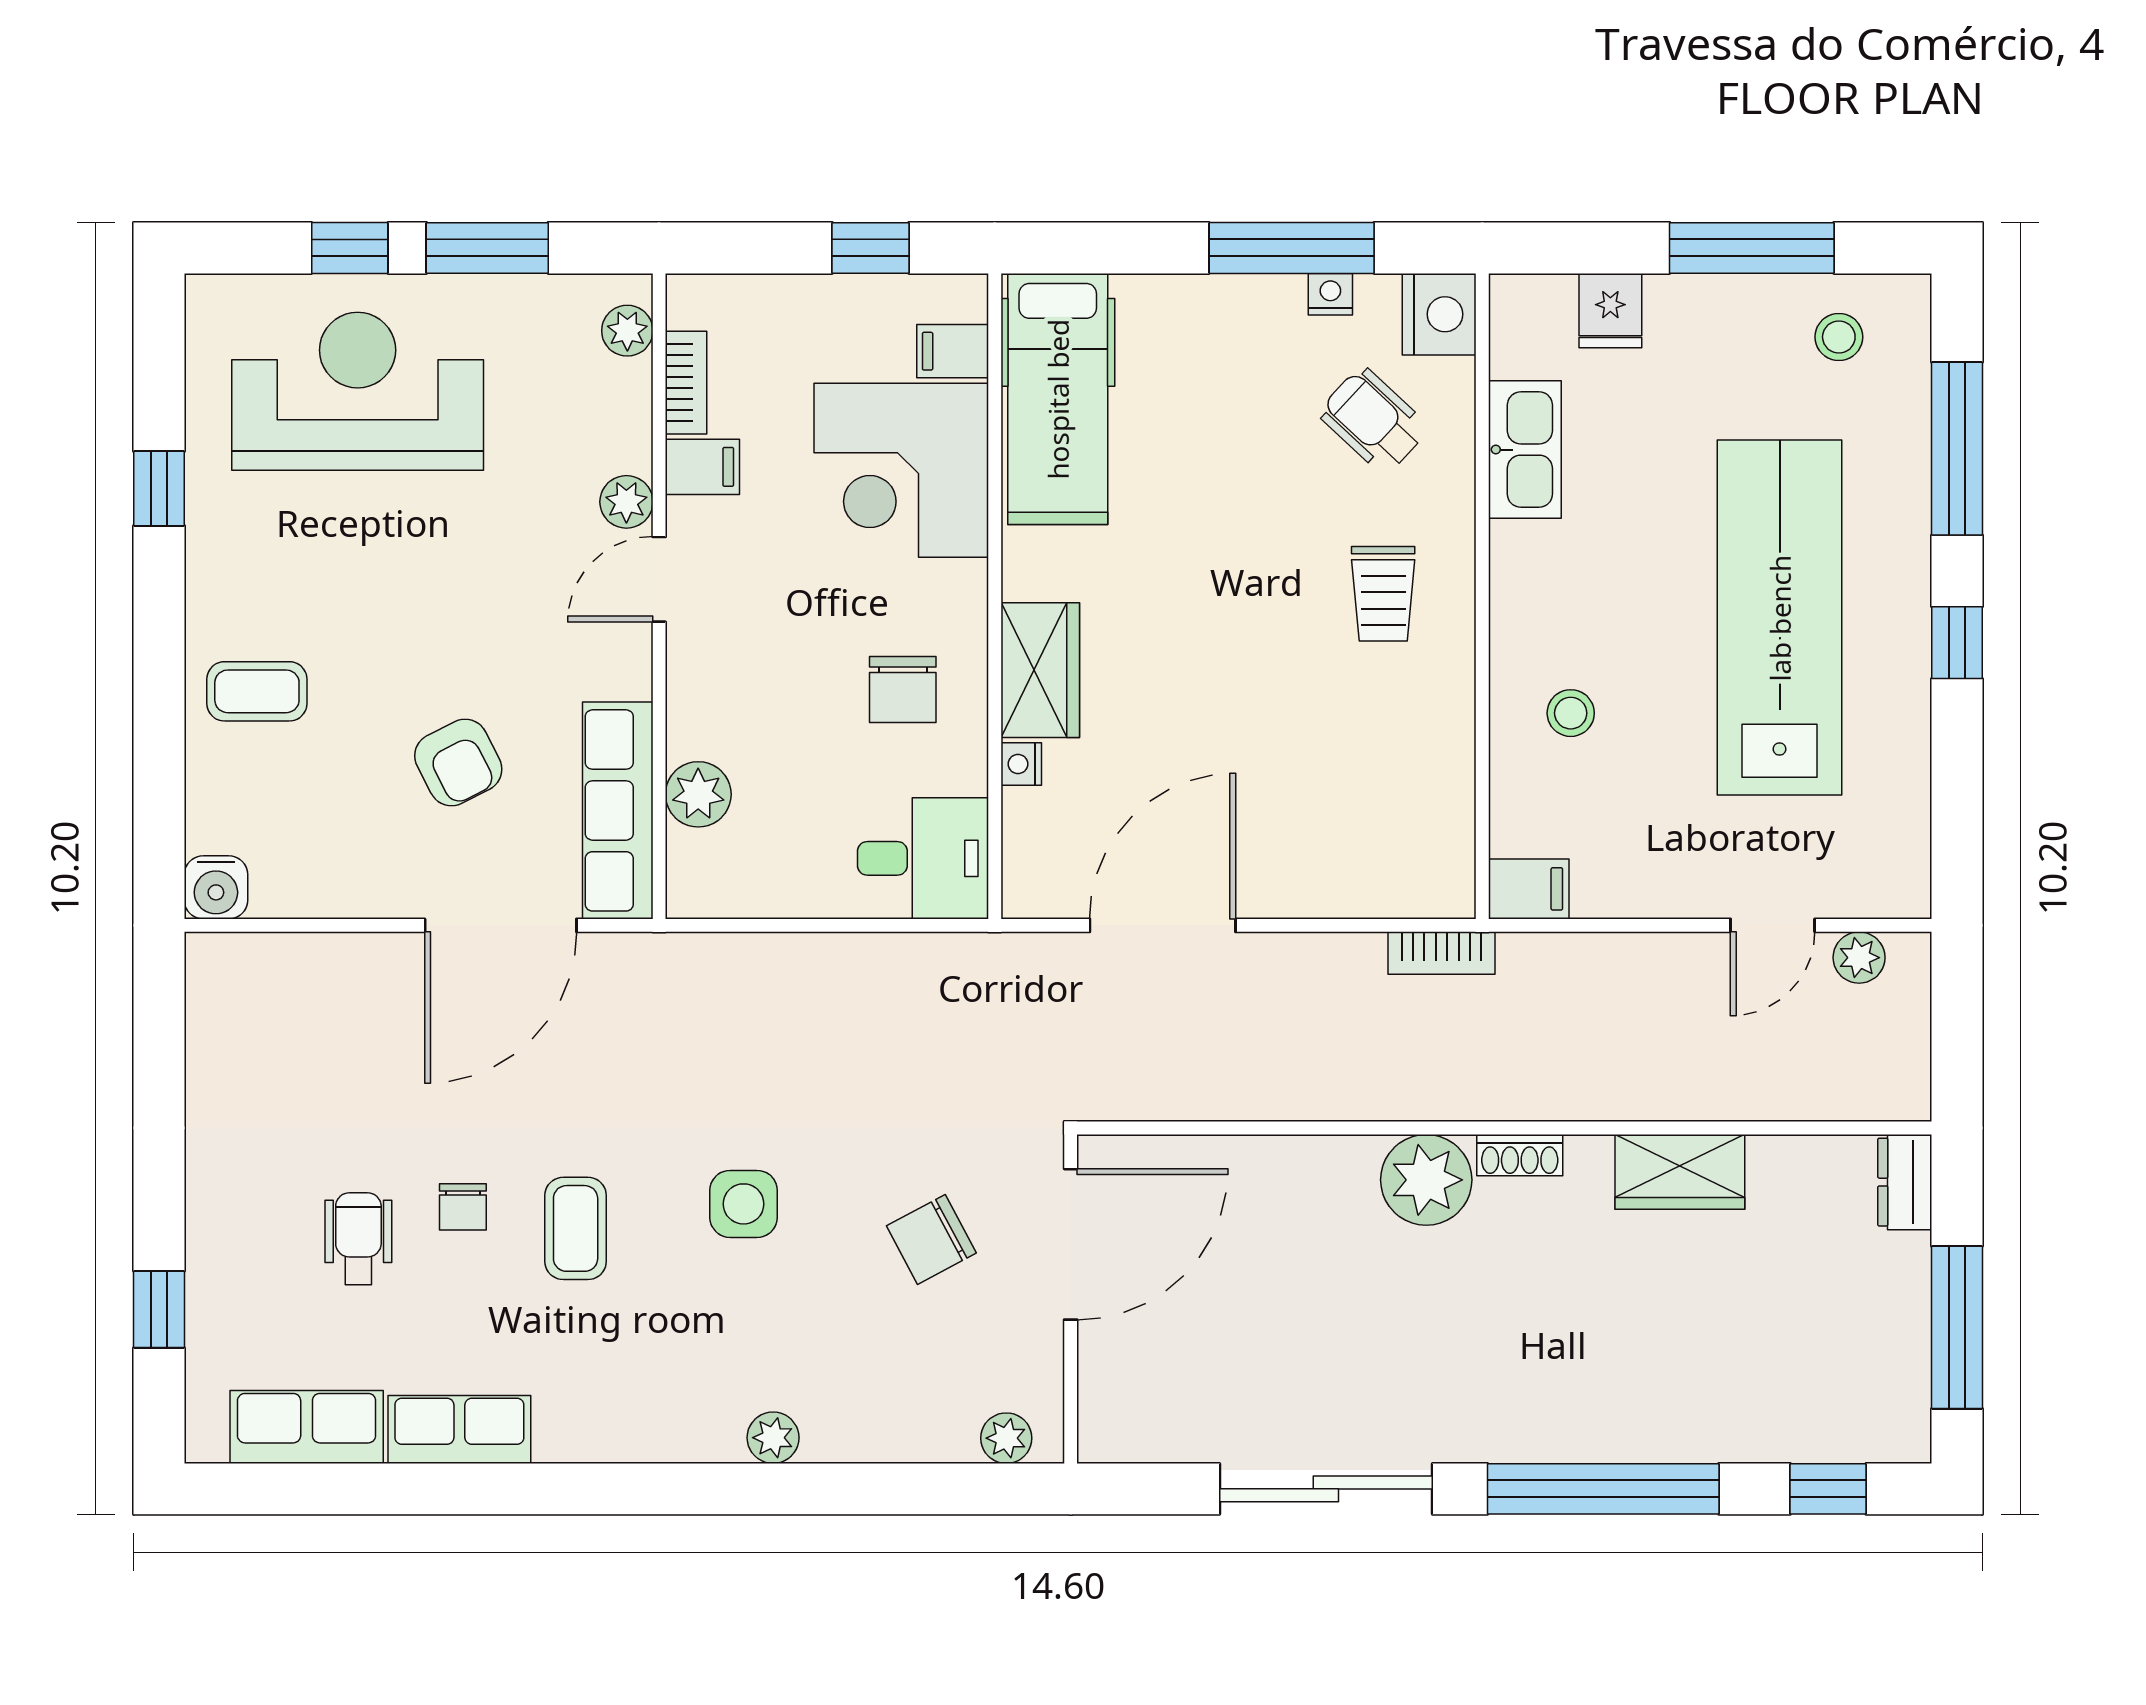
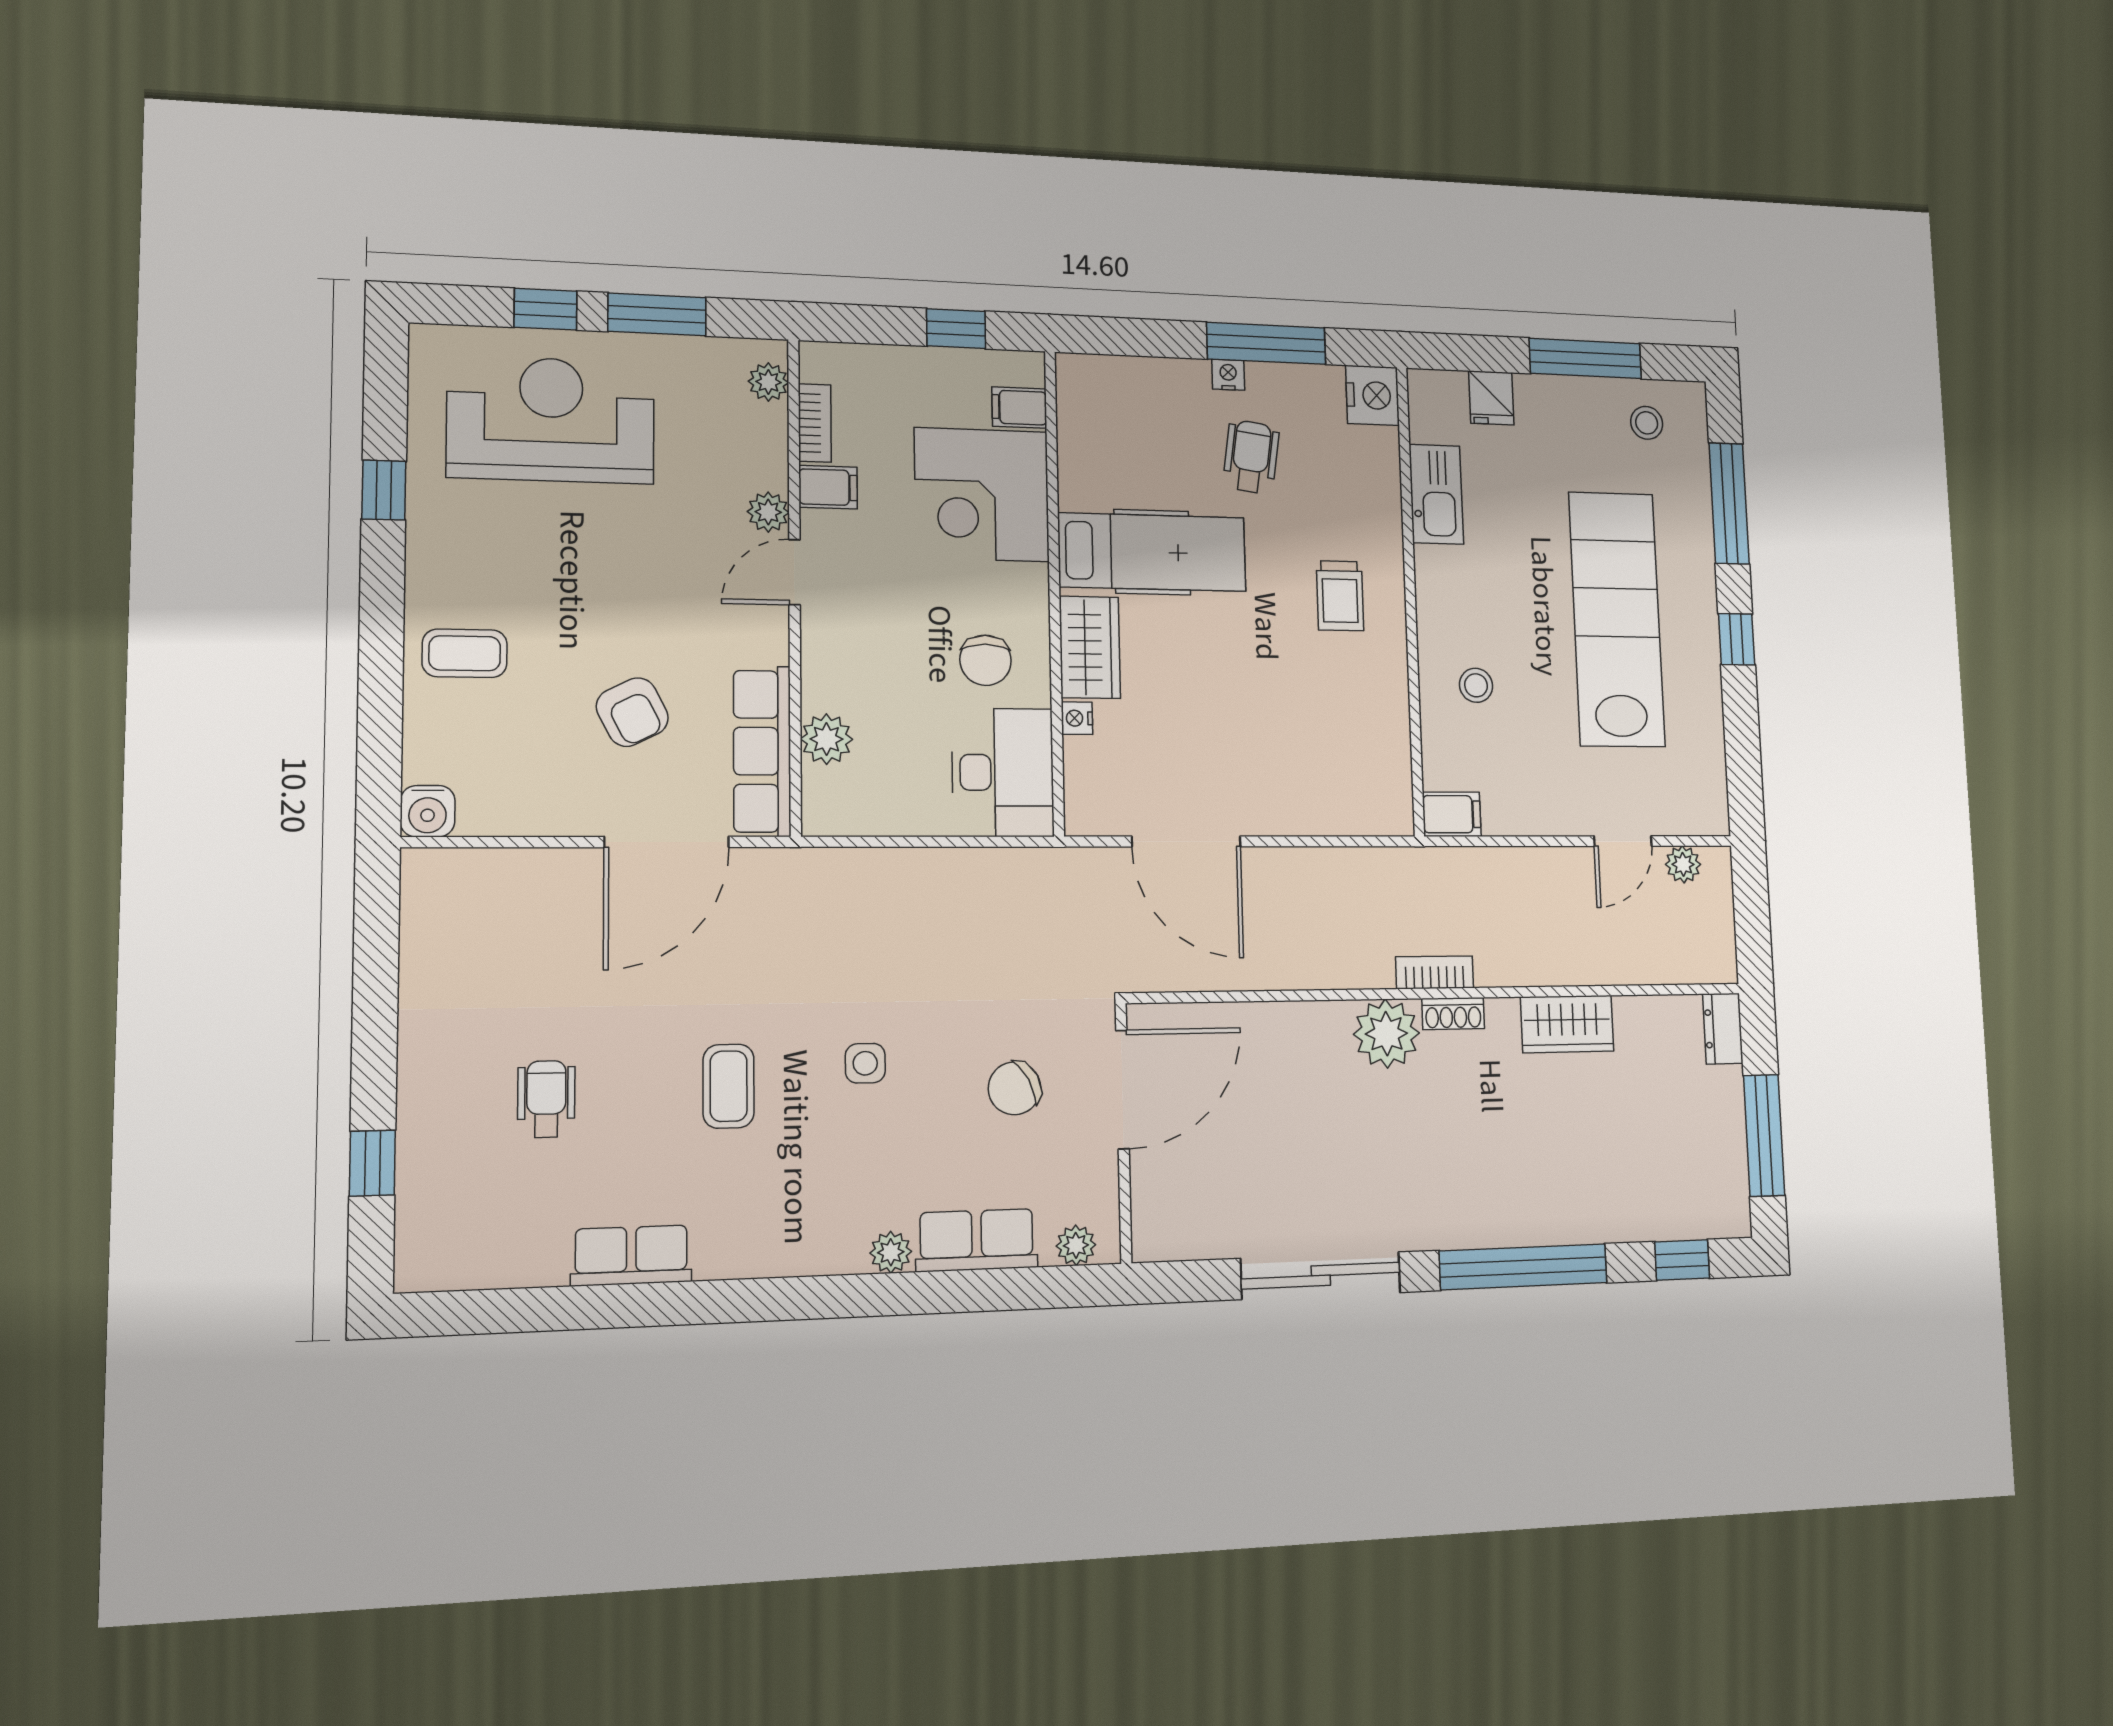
nightstand: (1330, 294) -> (1228, 375), moved
hospital bed: (1058, 399) -> (1152, 552), moved, turned -90
wheelchair: (1373, 420) -> (1251, 457), moved, turned 55
desk: (923, 858) -> (1003, 772), width x1.37
door: (1163, 925) -> (1186, 842), swing flipped
bookcase: (1442, 953) -> (1435, 972), moved, turned 180
side table: (744, 1204) -> (865, 1063), width x0.73, depth x0.73
chair: (463, 1207) -> (635, 1071), removed
row of seats: (307, 1427) -> (977, 1240), moved

